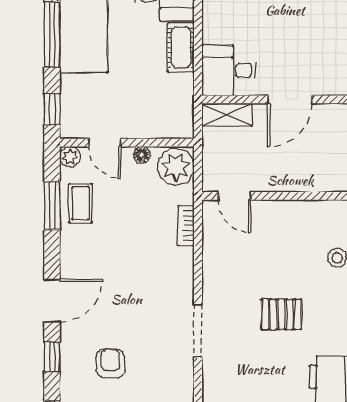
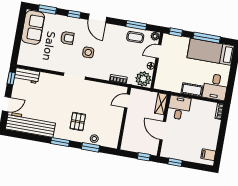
side table: (136, 308) -> (88, 52), added
pallet: (281, 314) -> (78, 122), moved

